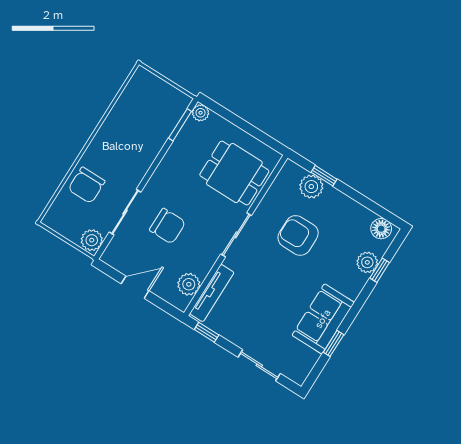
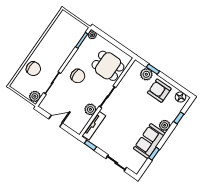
chair: (87, 185) -> (33, 69), turned -90
chair: (168, 226) -> (78, 76), moved
armchair: (298, 235) -> (159, 91), moved
plant: (367, 262) -> (165, 125), moved
plant: (189, 284) -> (90, 109), moved

